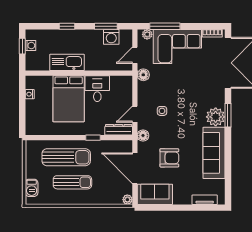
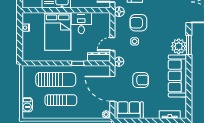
armchair: (167, 88) -> (138, 23), added

